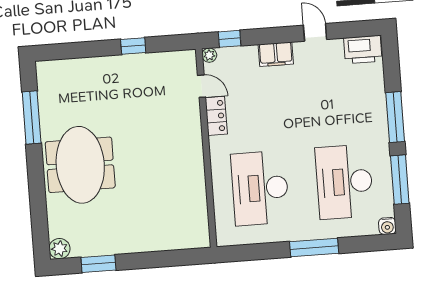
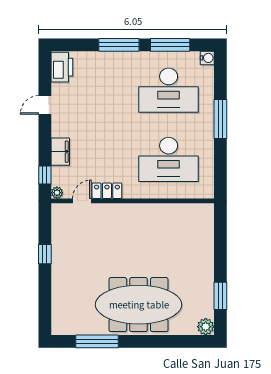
filing cabinet: (276, 54) -> (60, 152), moved
meeting table: (80, 165) -> (139, 305), width x1.36

